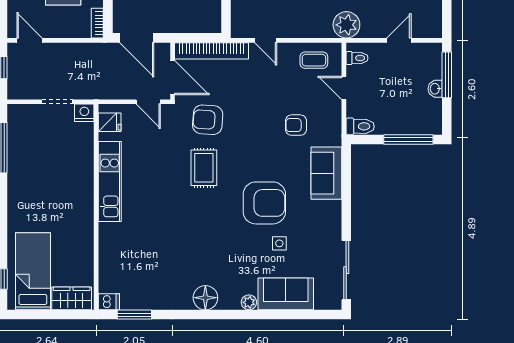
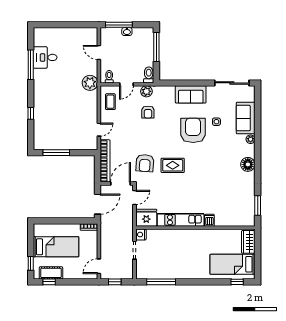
fridge: (110, 122) -> (146, 218), width x1.88, depth x1.34
plant: (332, 122) -> (146, 91), added
sofa: (326, 173) -> (191, 94), moved
dishwasher: (109, 302) -> (209, 220), moved

